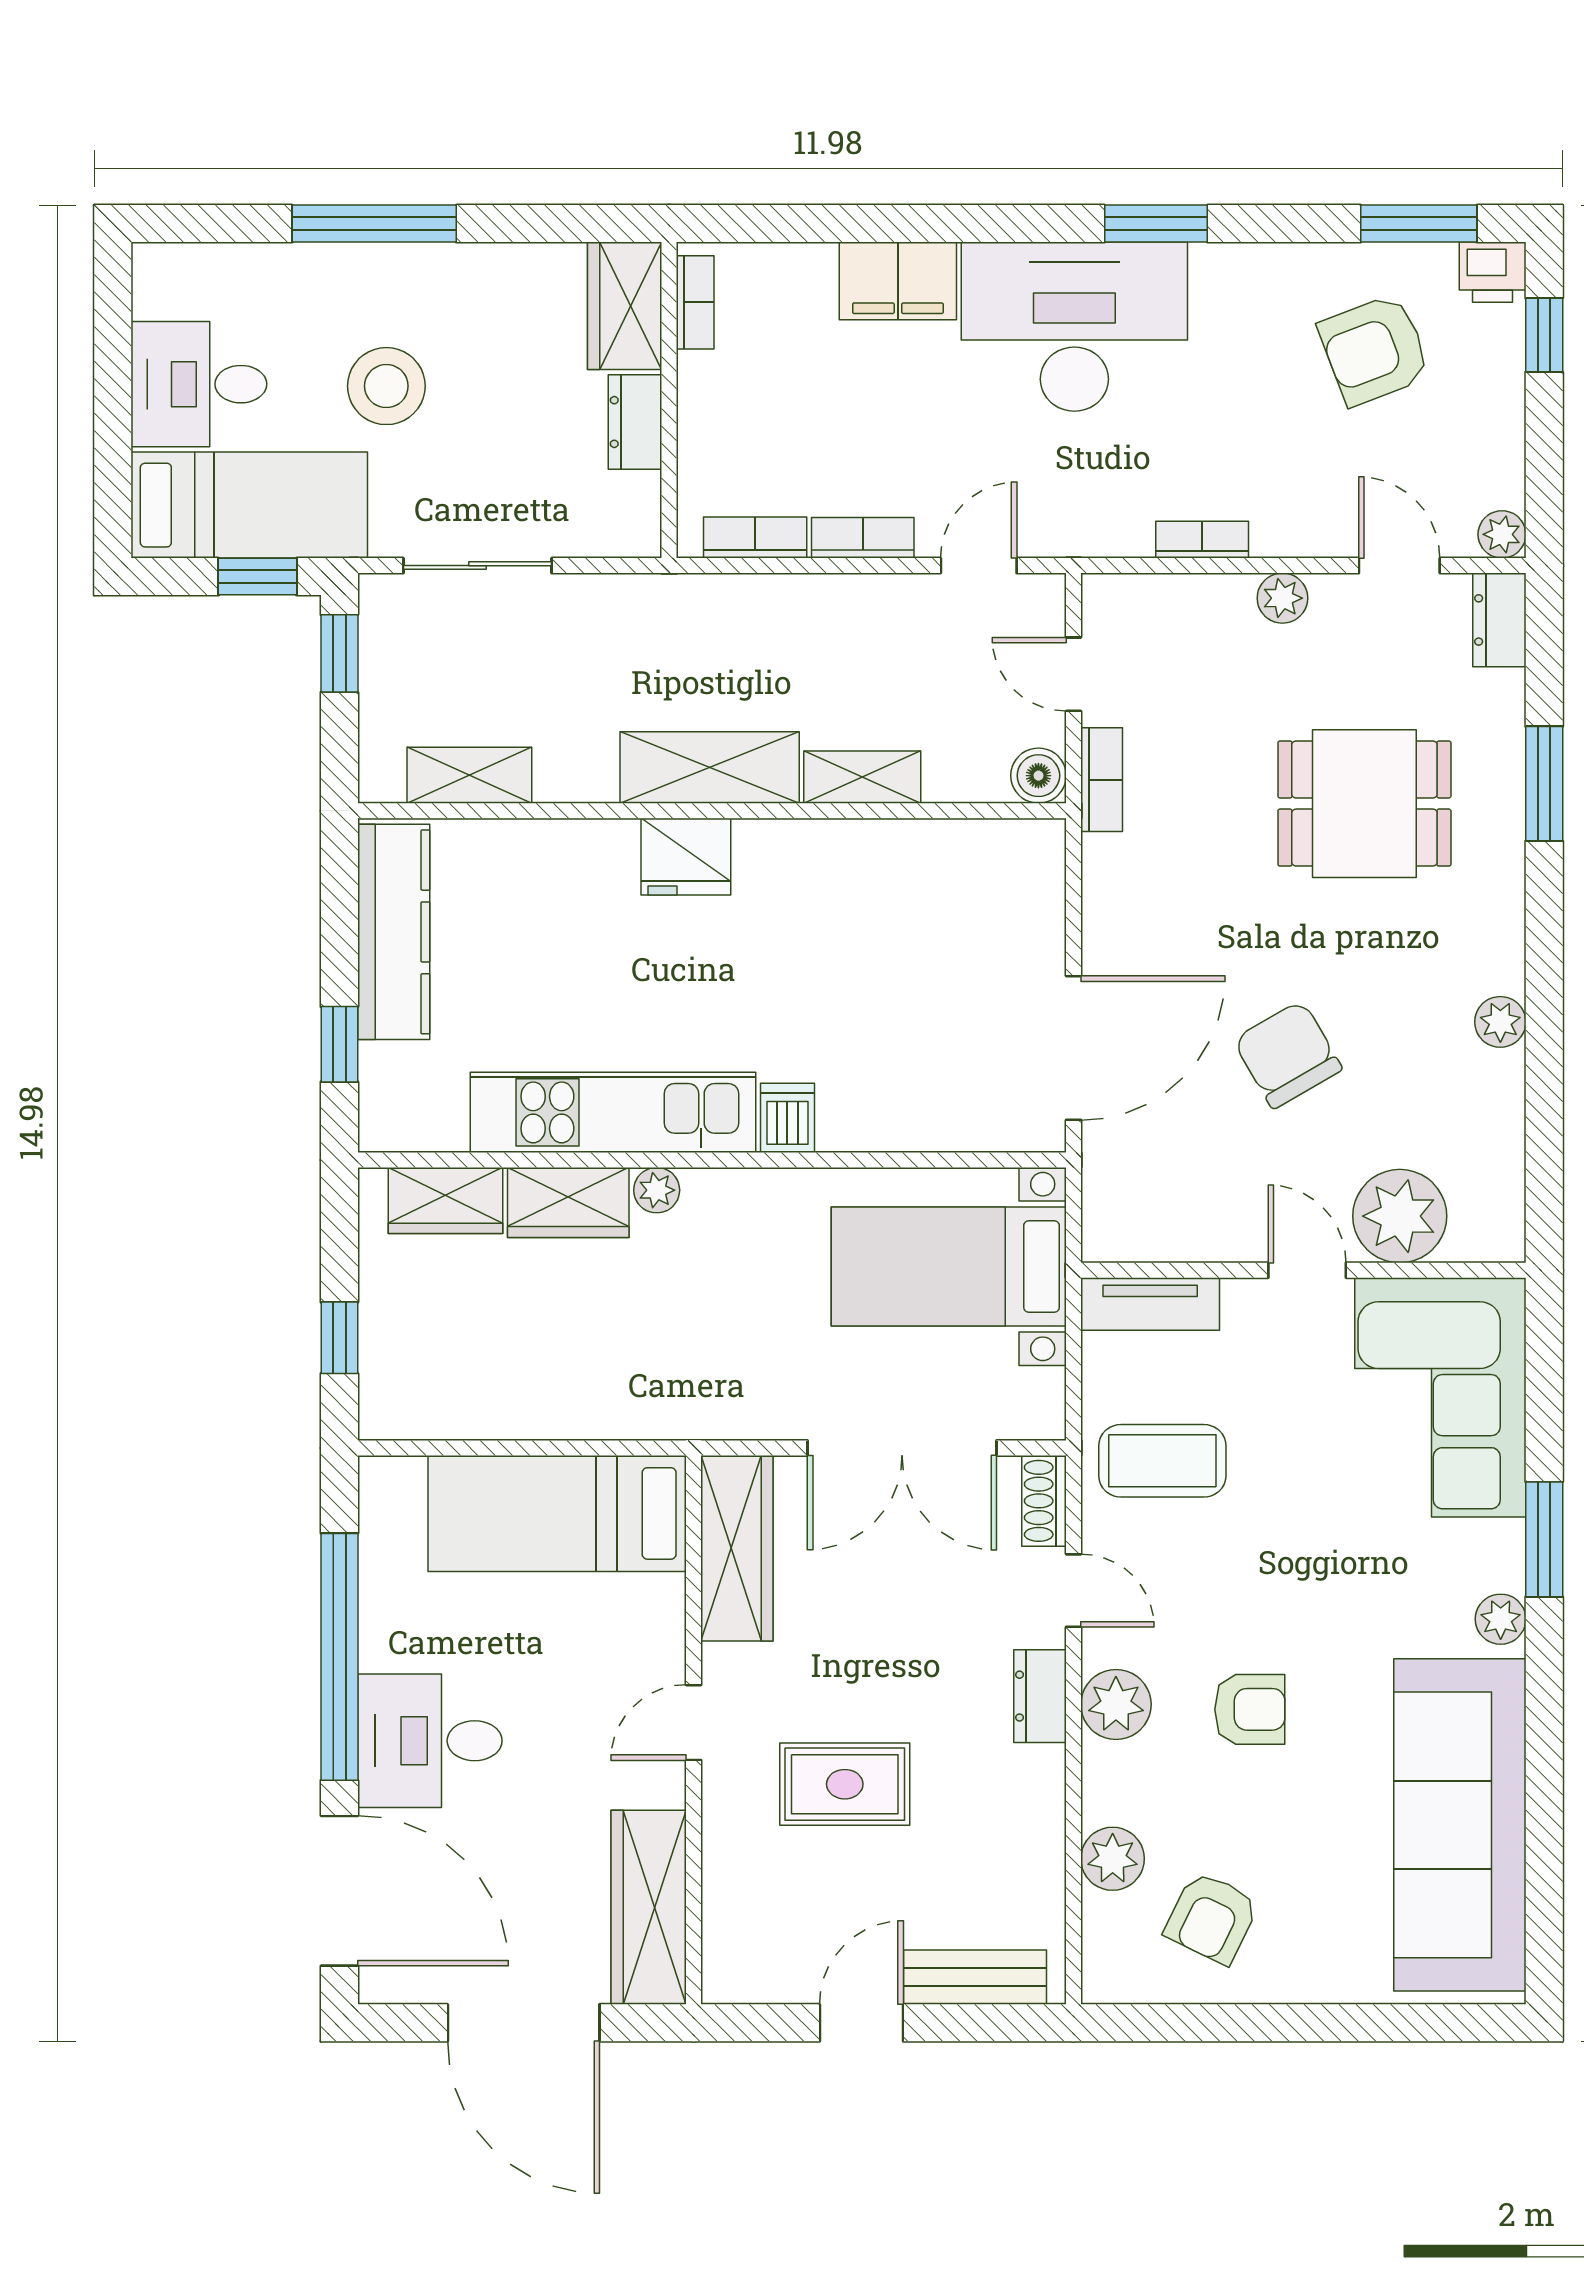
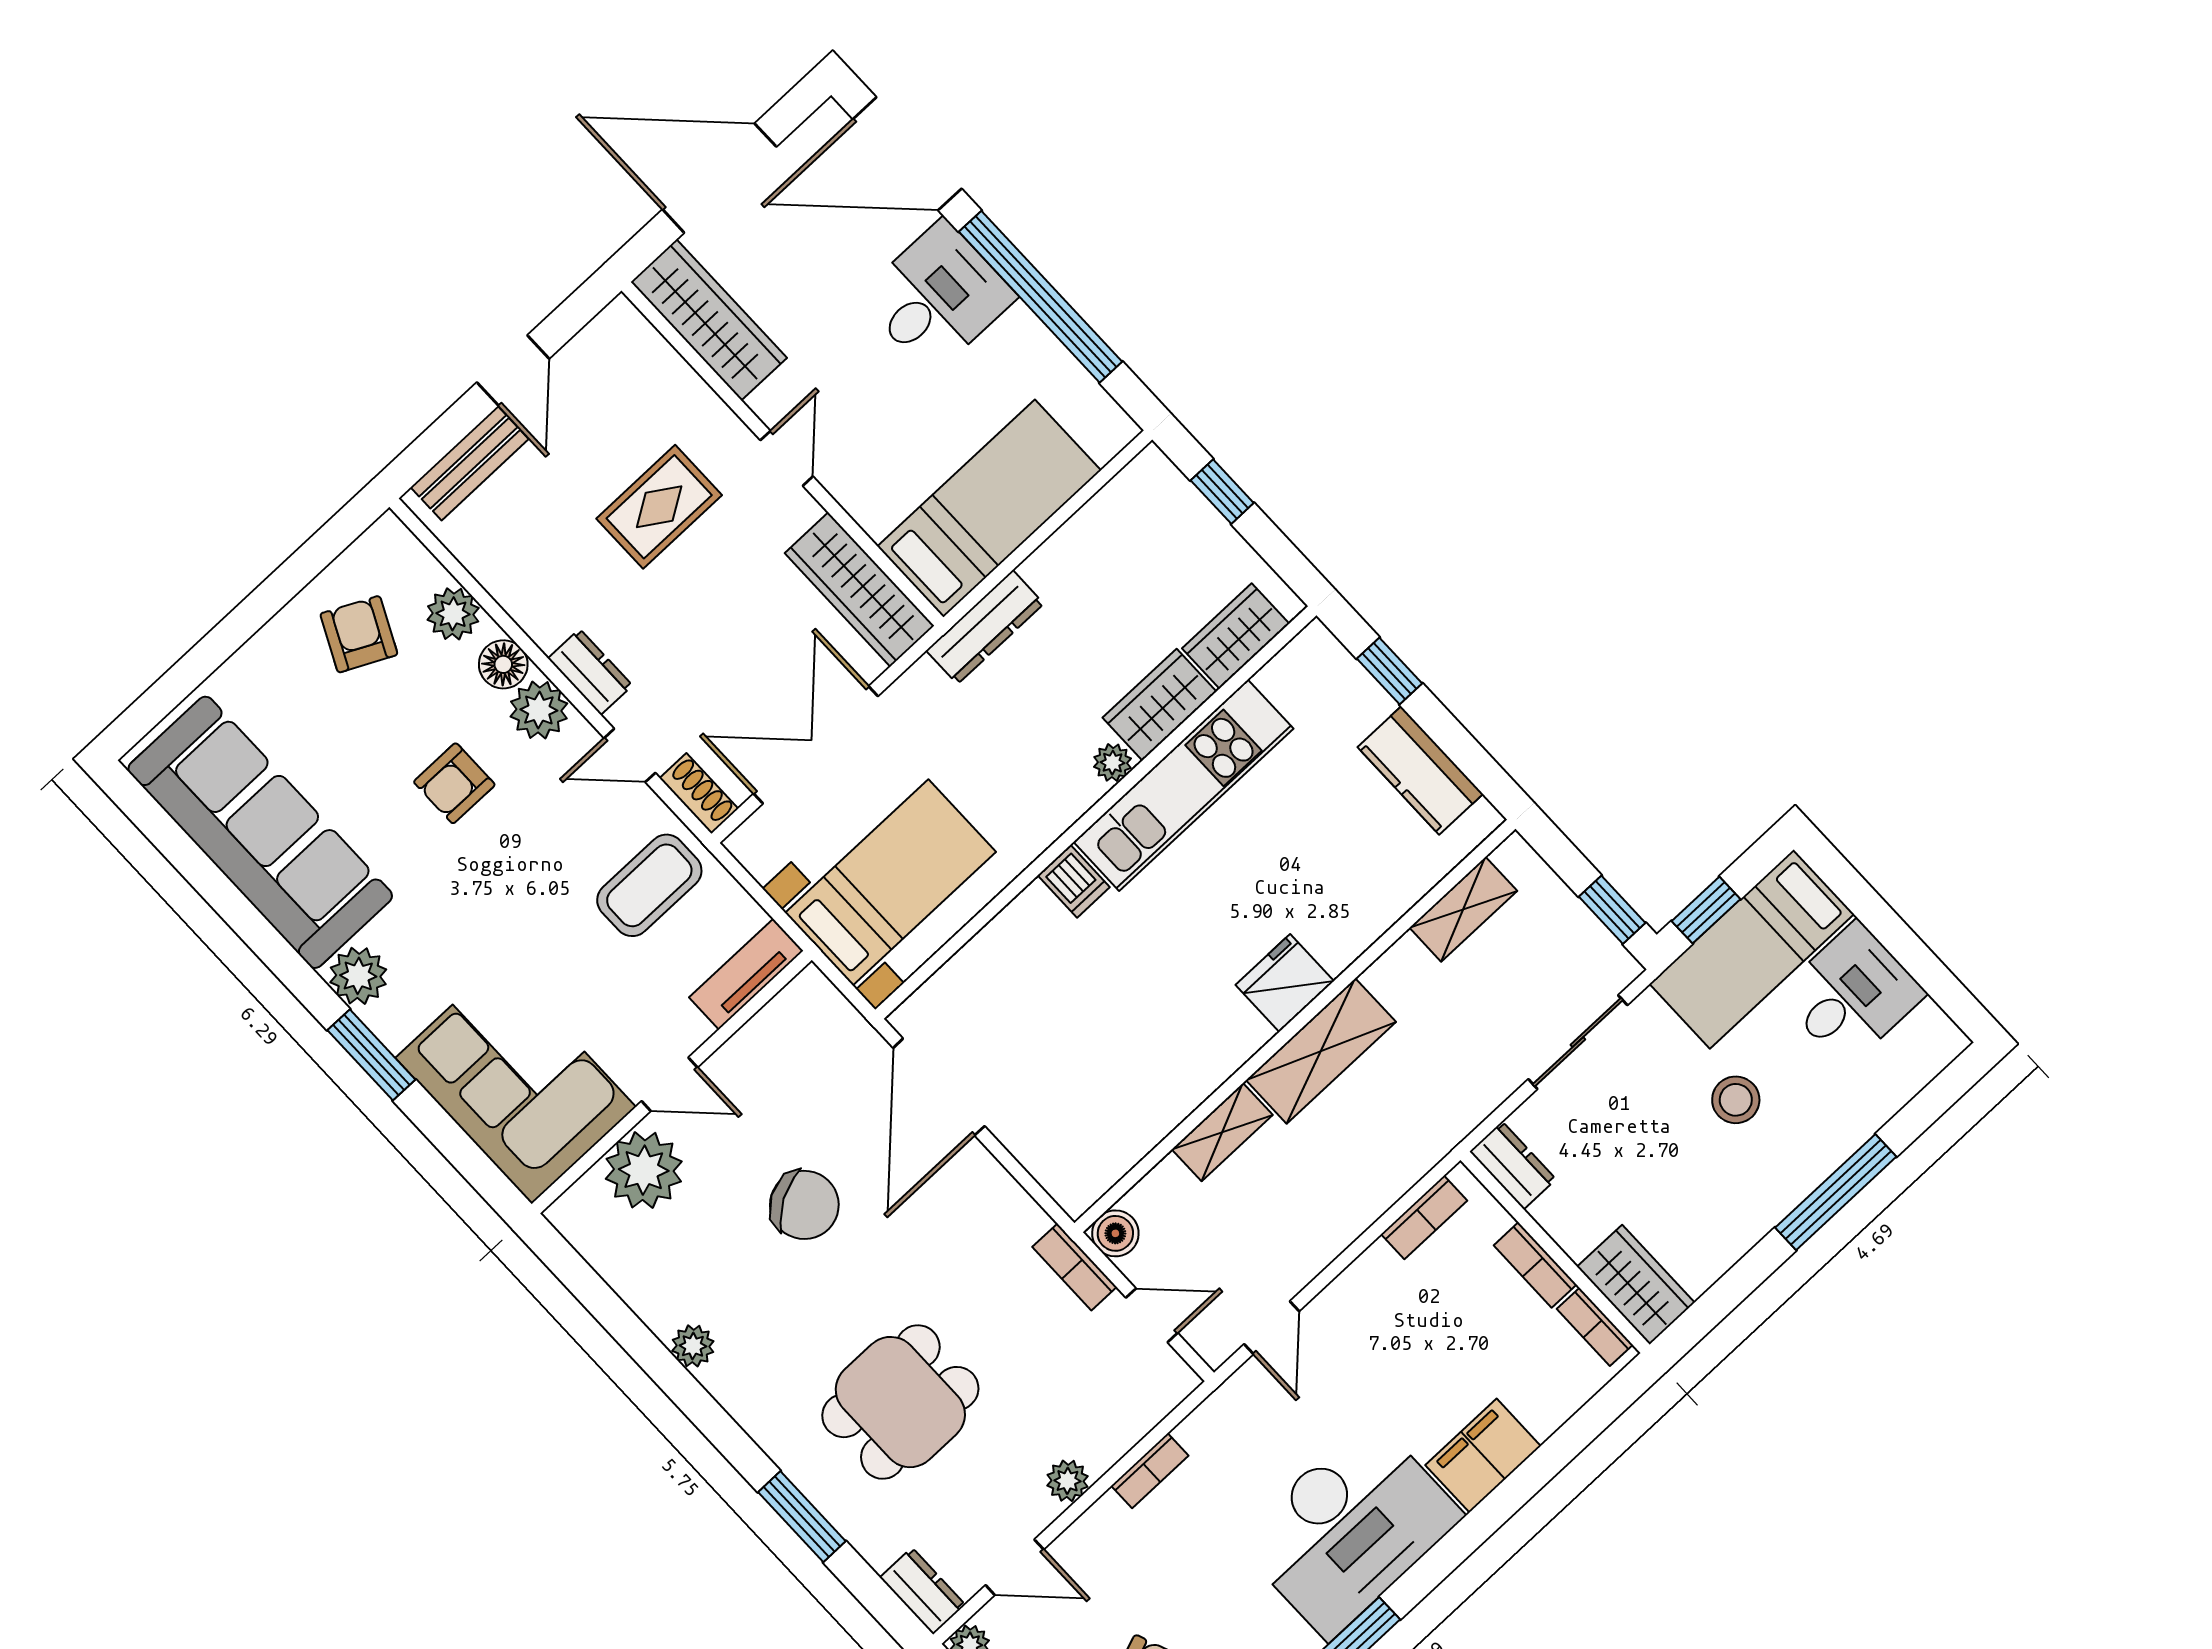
stool: (386, 386) -> (1736, 1100), width x0.73, depth x0.73
dresser: (635, 422) -> (1513, 1165), moved
bookcase: (863, 538) -> (1535, 1265), moved, turned 90
kitchen counter: (394, 932) -> (1420, 771), width x0.67
dresser: (658, 1413) -> (985, 627), added
plant: (1501, 1619) -> (358, 976), width x1.38, depth x1.38
floor lamp: (1110, 1773) -> (503, 664), added

